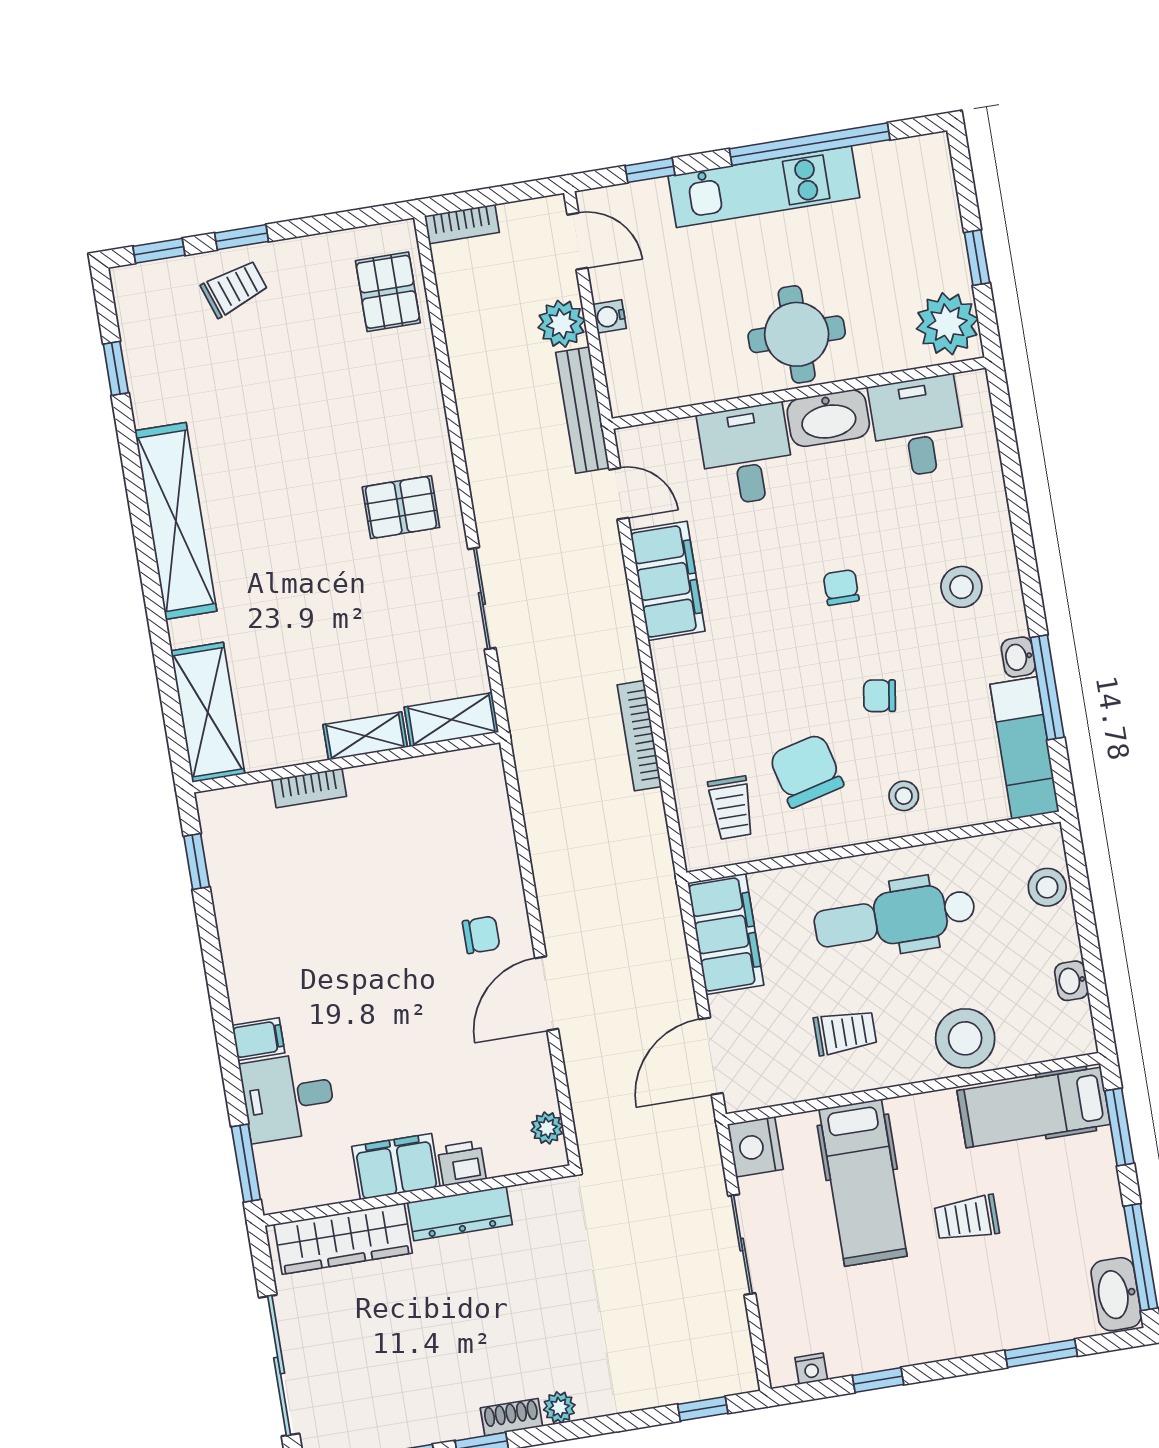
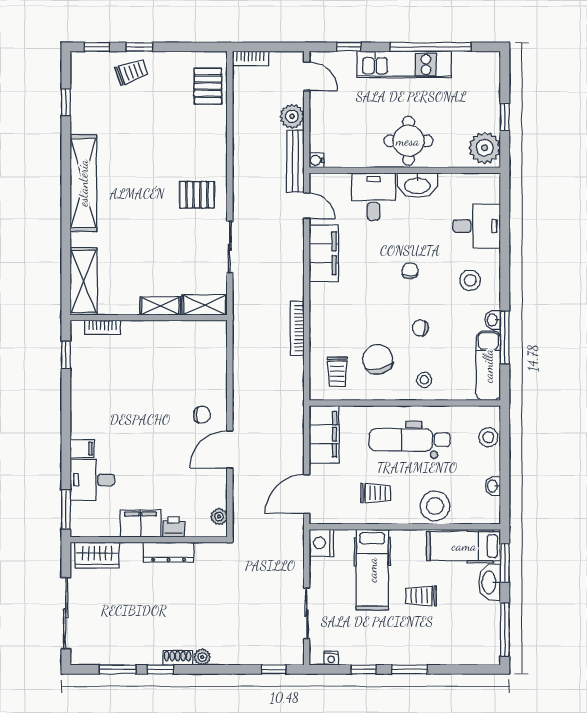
water cooler: (610, 316) -> (317, 160), moved
desk: (918, 427) -> (477, 226), moved, turned 90
bookcase: (309, 788) -> (103, 327), moved
wardrobe: (343, 1239) -> (97, 555), width x0.67
sliding door: (742, 1245) -> (307, 613), moved
washbasin: (1116, 1294) -> (490, 582), moved
window: (1041, 1353) -> (410, 669), moved

